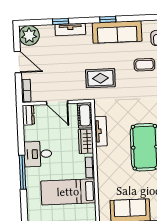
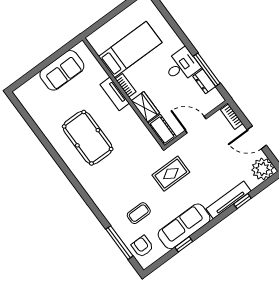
window: (108, 19) -> (184, 244), moved
tv unit: (70, 29) -> (229, 200), width x1.41
dresser: (28, 115) -> (204, 81), moved
tv unit: (101, 131) -> (115, 94), moved
window: (23, 172) -> (207, 70), moved

